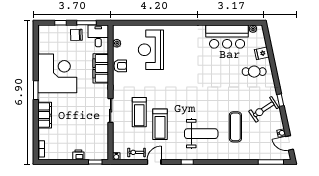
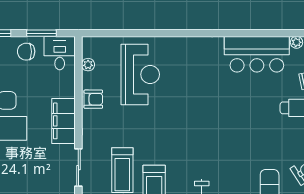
reception desk: (151, 50) -> (140, 74), turned 180
filing cabinet: (101, 68) -> (64, 121), moved

